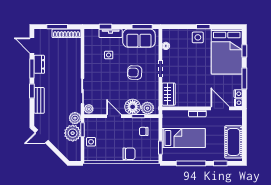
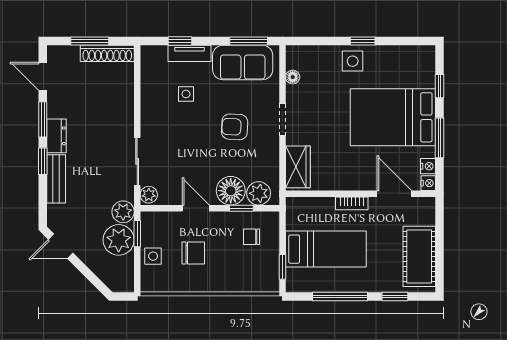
bed: (227, 52) -> (393, 117), moved, turned 90
dresser: (39, 64) -> (56, 136), moved
chair: (129, 154) -> (193, 253), moved

